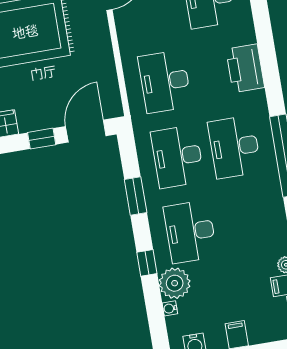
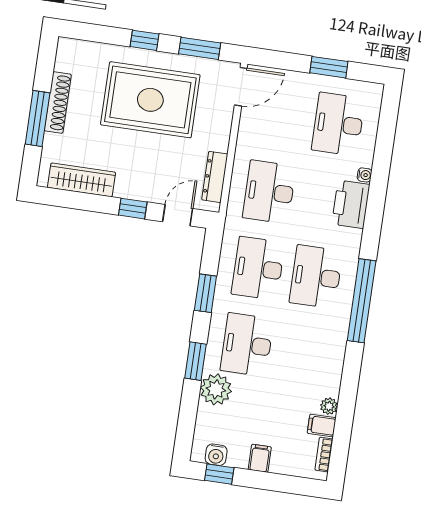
dresser: (109, 84) -> (215, 177), added
door: (86, 131) -> (178, 215), width x0.73
window: (147, 263) -> (196, 361), width x1.50
water cooler: (170, 308) -> (365, 175), moved, turned 180

